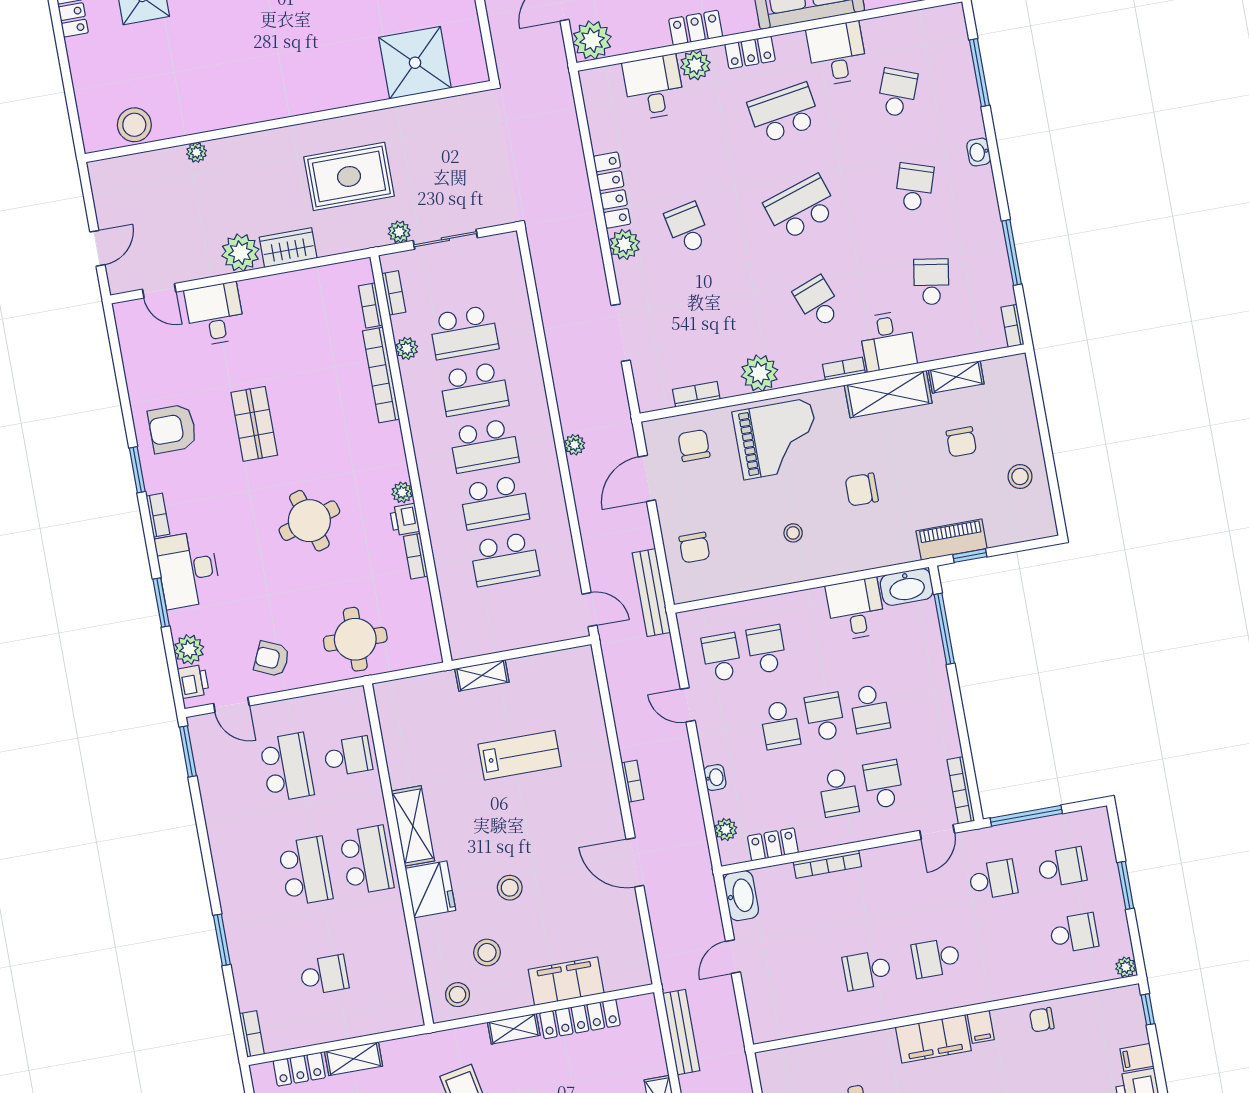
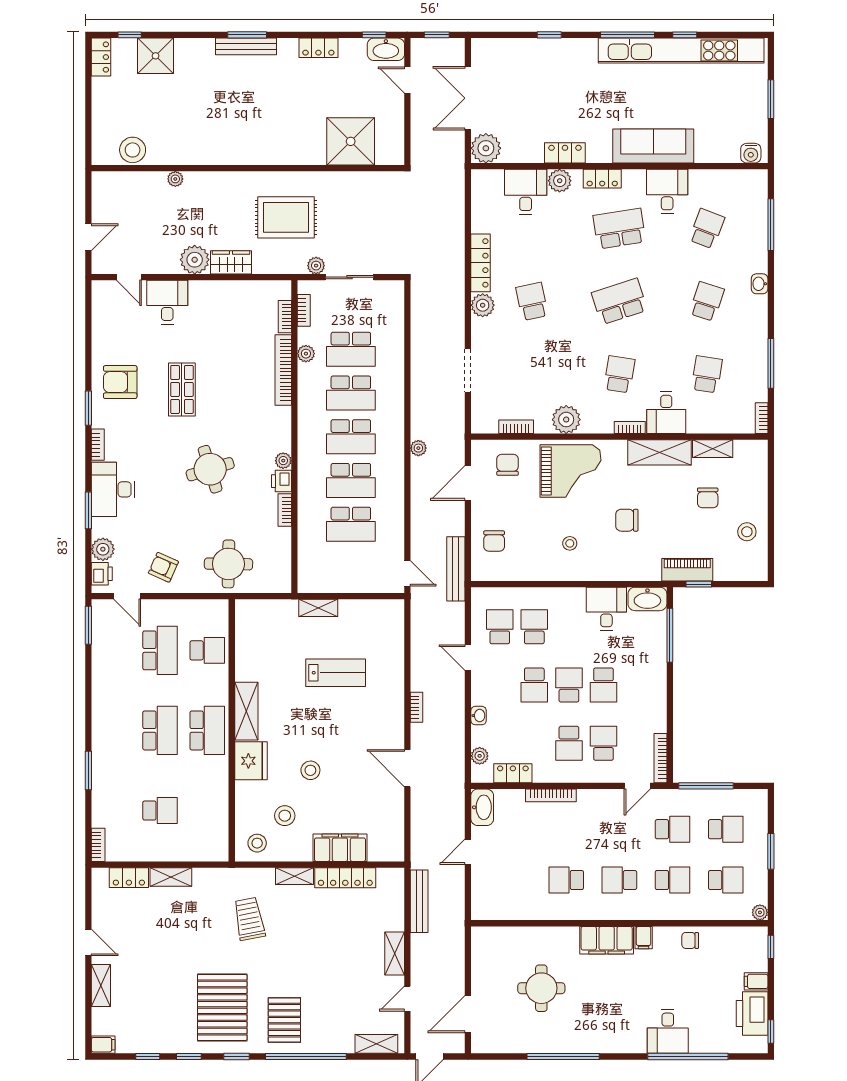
school desk: (818, 302) -> (619, 374), turned 30
school desk: (1005, 946) -> (673, 880), added

